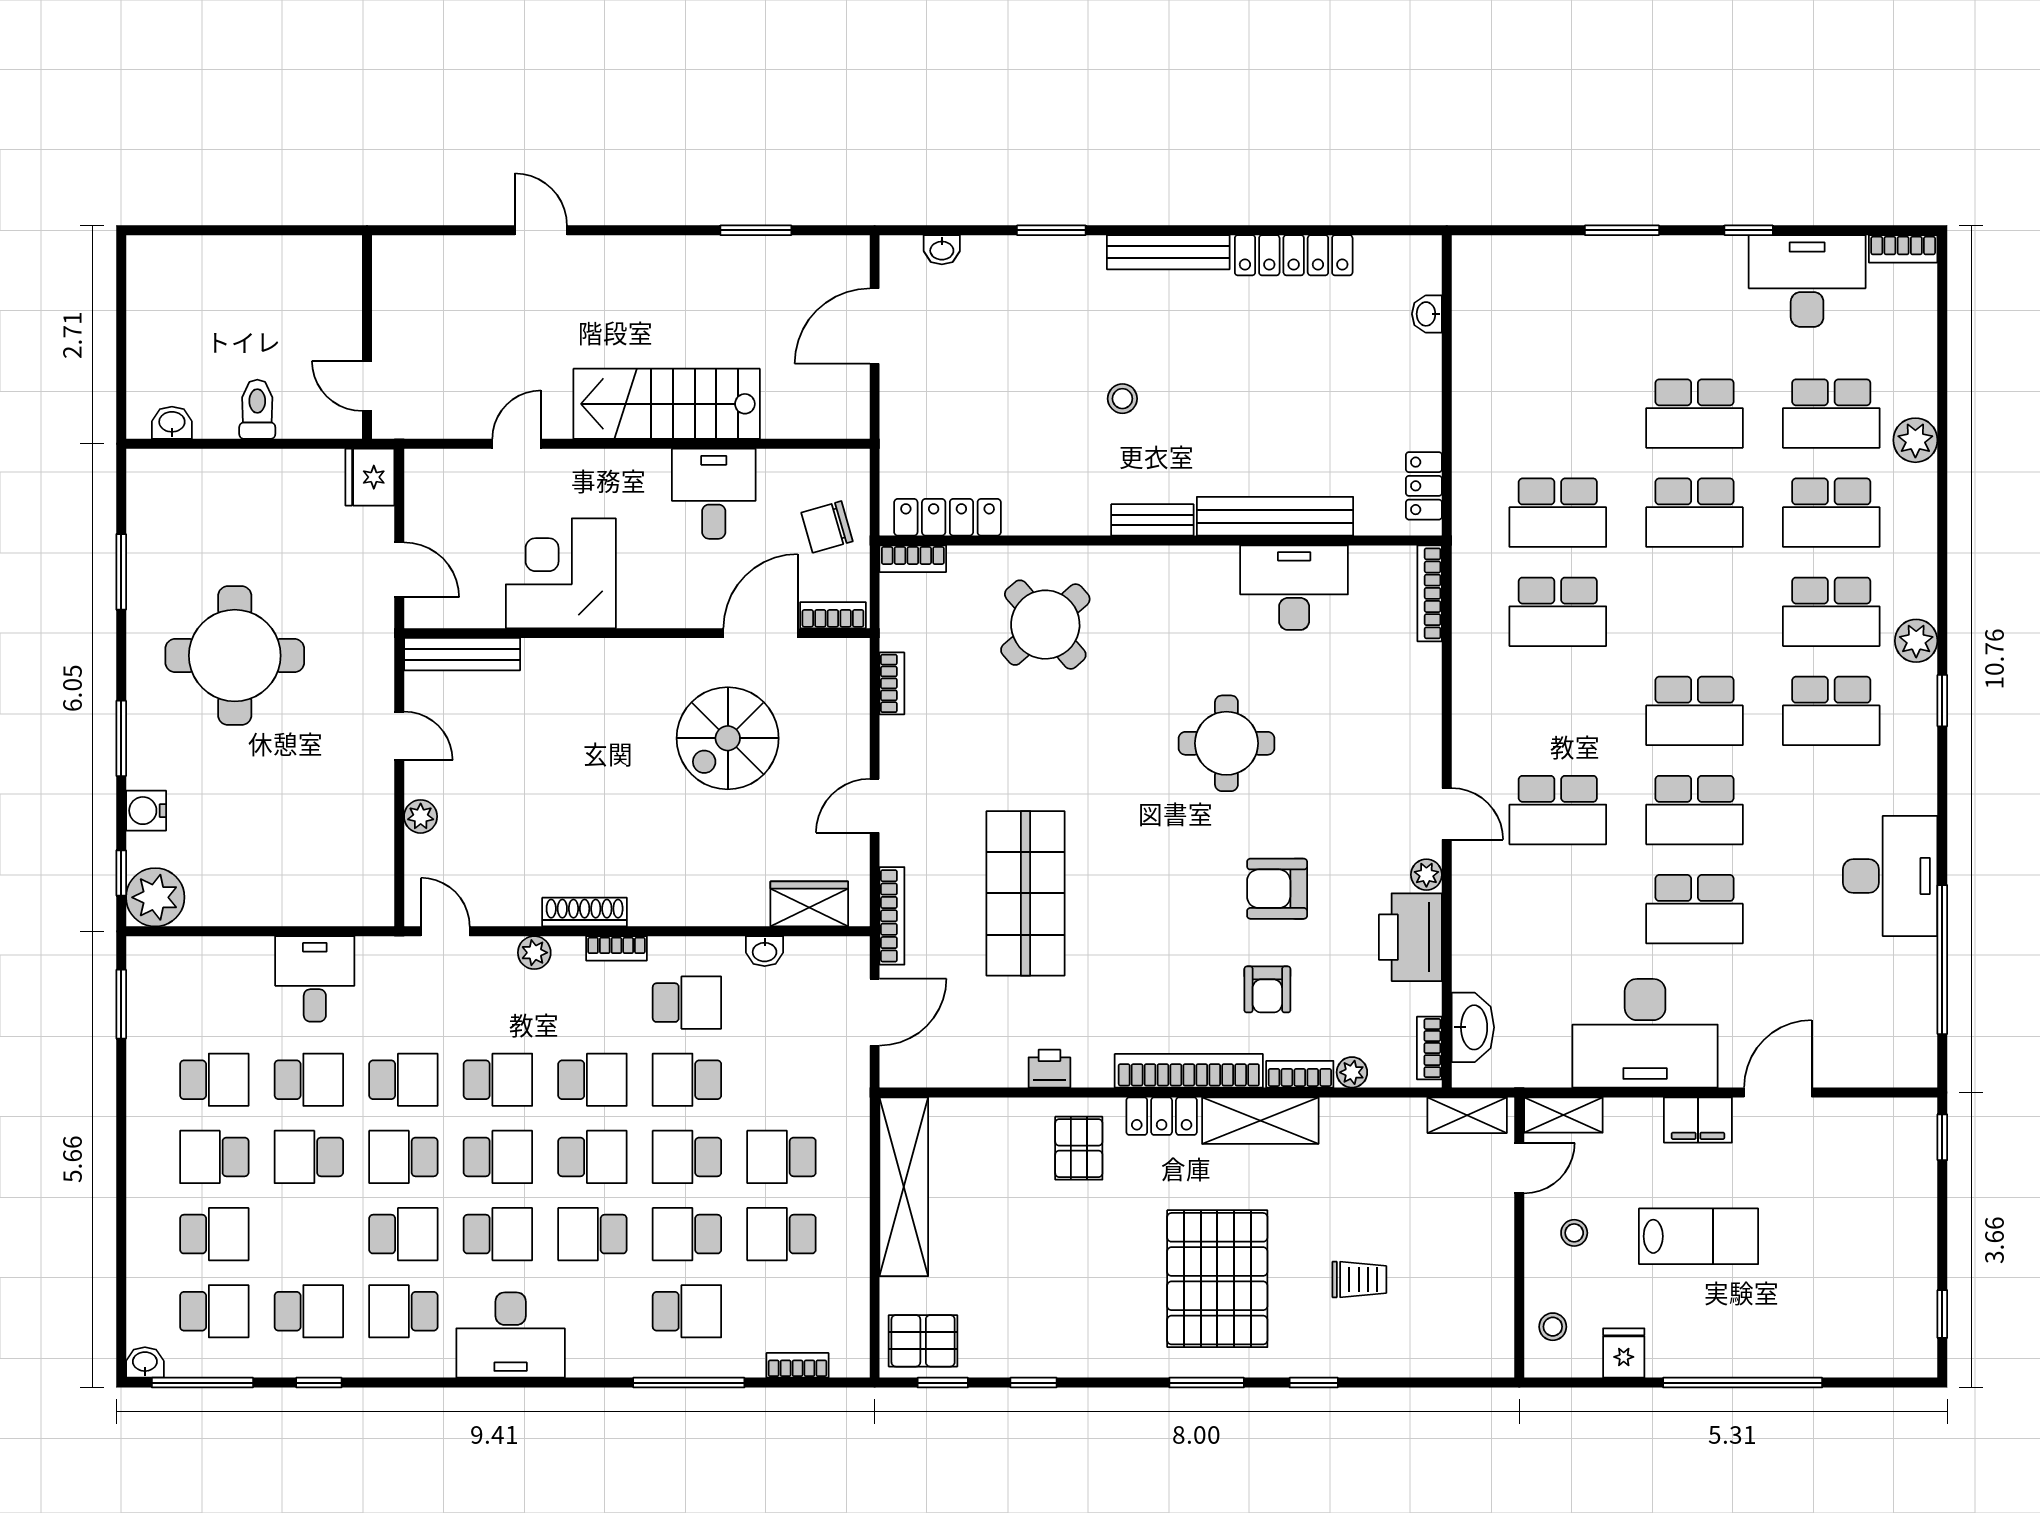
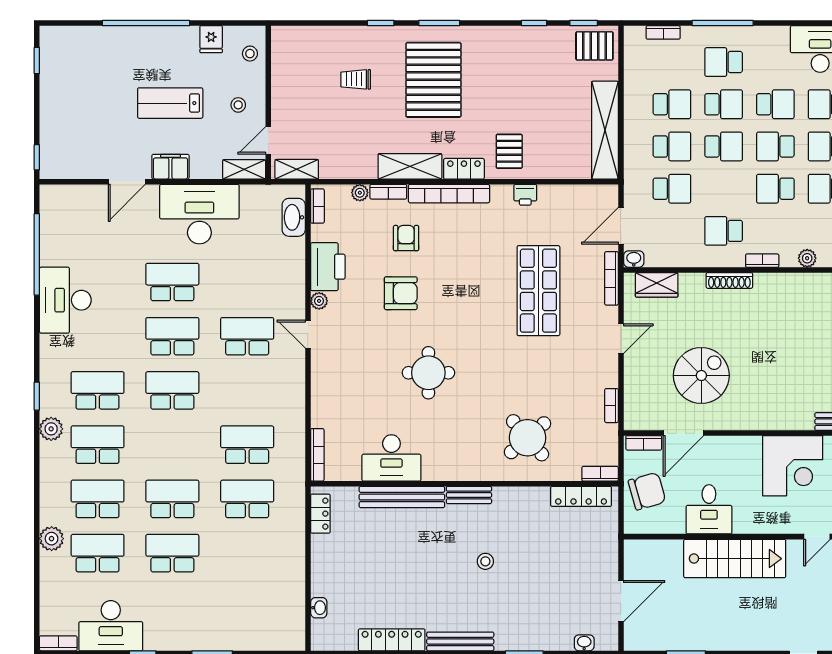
chair: (827, 527) -> (647, 491), width x1.37, depth x1.37
shoe rack: (585, 912) -> (729, 280), moved
washbasin: (765, 951) -> (634, 259), moved
school desk: (687, 1080) -> (672, 189), moved

